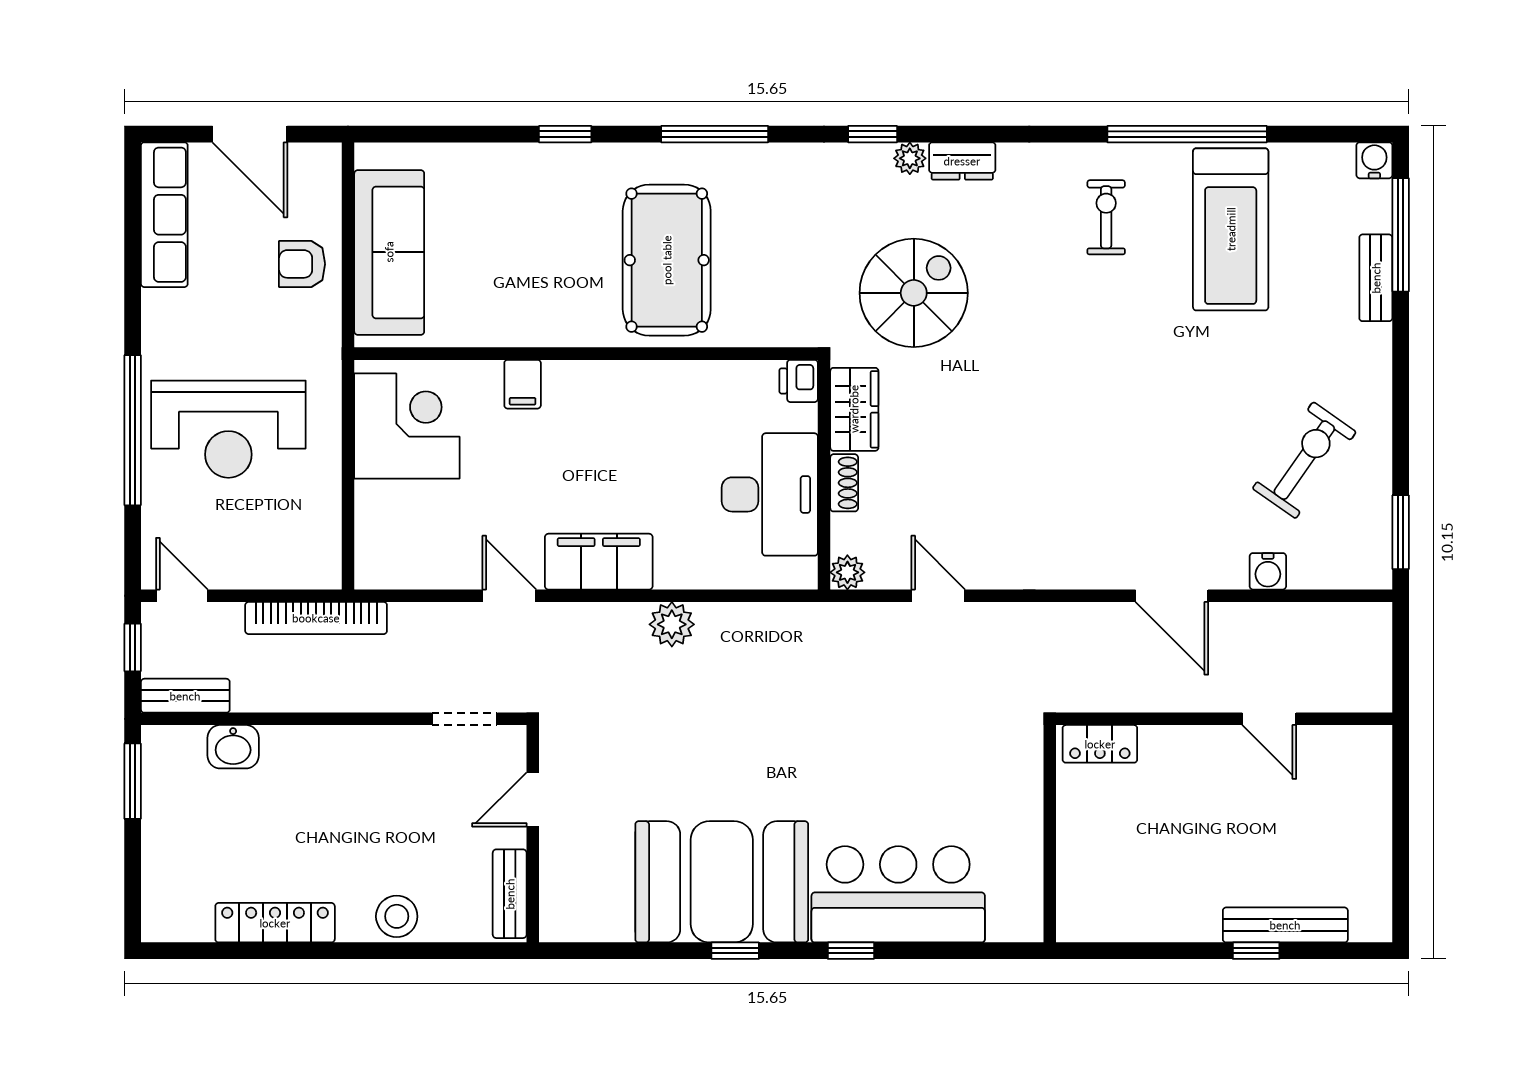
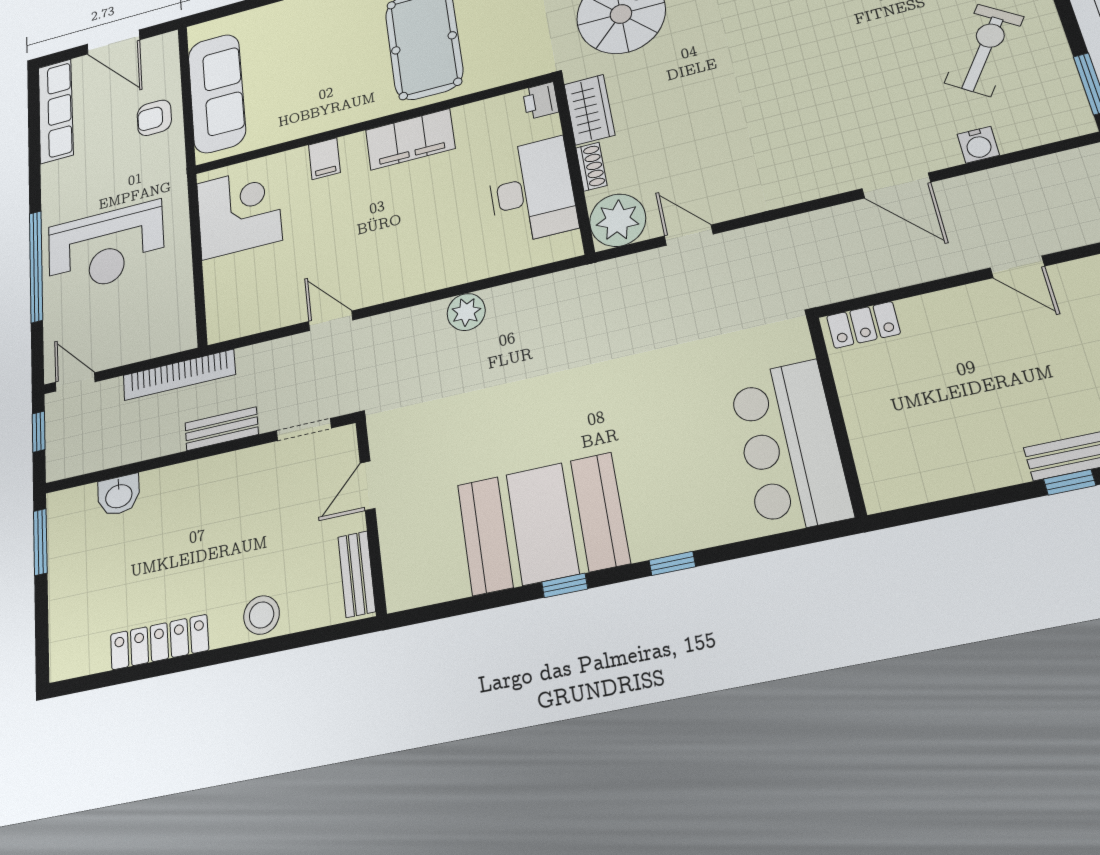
filing cabinet: (599, 562) -> (410, 139), moved, turned 180
plant: (847, 572) -> (618, 220), width x1.88, depth x1.88
bench: (185, 696) -> (222, 429), moved
bar counter: (898, 894) -> (790, 446), moved, turned -90

